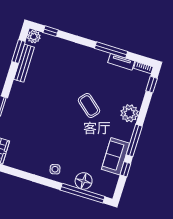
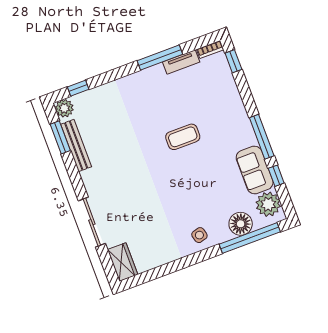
coffee table: (89, 105) -> (183, 137), turned -40
plant: (129, 113) -> (268, 204), moved

